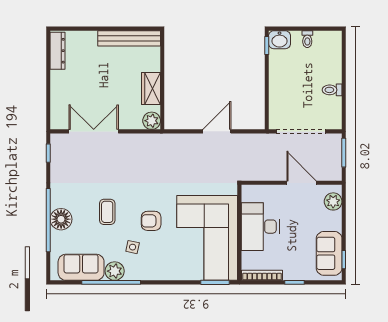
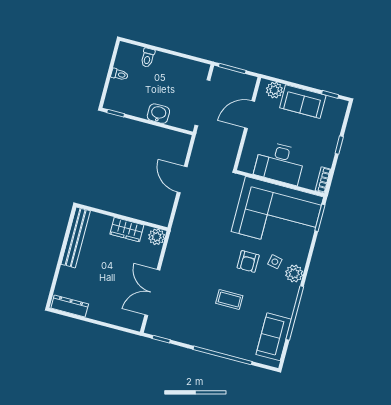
washbasin: (280, 40) -> (158, 114), moved, turned -90
toilet: (332, 90) -> (148, 58), moved
floor lamp: (61, 219) -> (225, 344), removed
side table: (133, 247) -> (275, 262), moved
sofa: (329, 253) -> (303, 102), moved
plant: (115, 271) -> (294, 273), moved
bookcase: (262, 275) -> (323, 180), width x0.64

